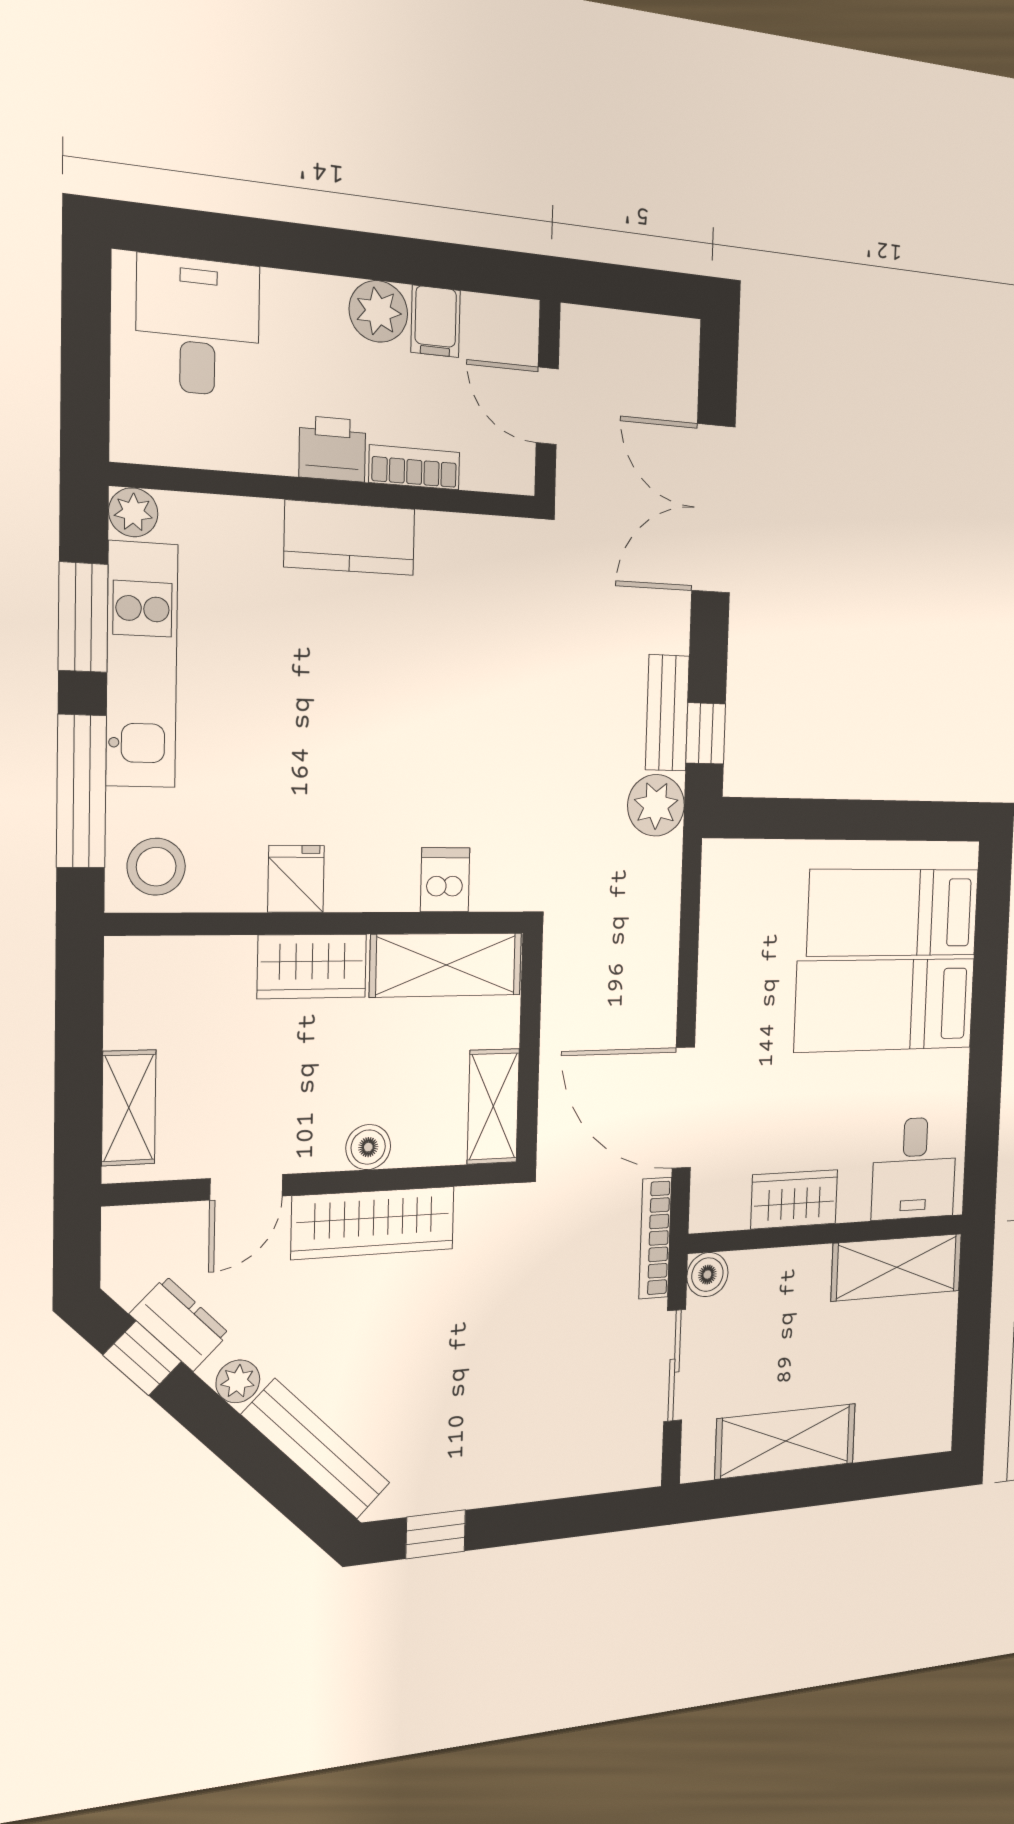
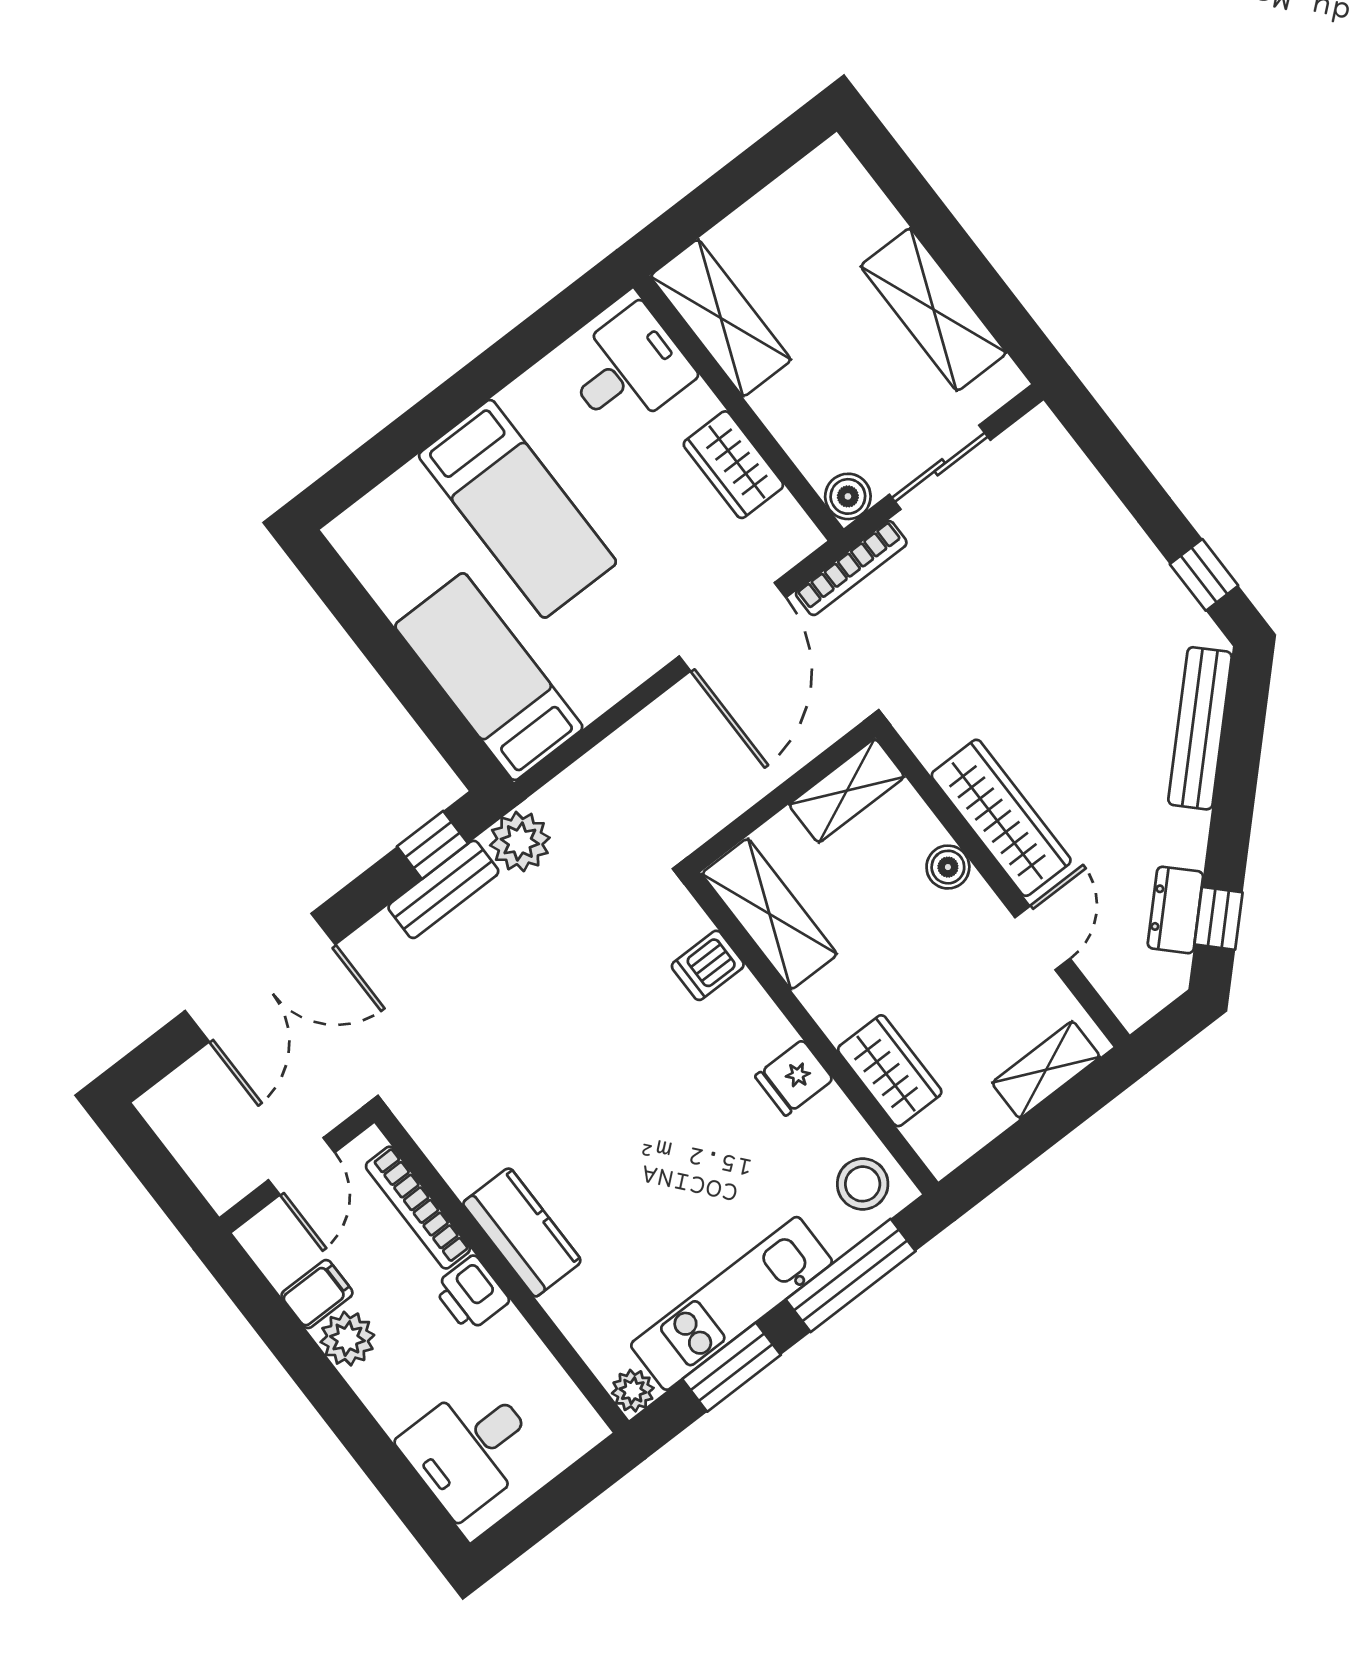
bookcase: (414, 467) -> (418, 1208), width x1.56
bed: (894, 913) -> (489, 677), moved, turned 180
wardrobe: (312, 966) -> (890, 1071), moved
door: (246, 1187) -> (1043, 938), hinge flipped
plant: (238, 1381) -> (1189, 831), removed

